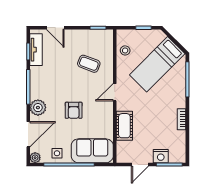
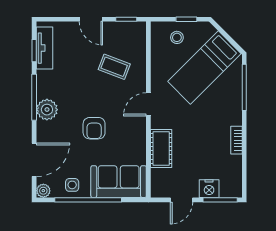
door: (55, 28) -> (91, 19), moved
stool: (125, 50) -> (177, 37), moved
plant: (38, 108) -> (47, 110), moved

